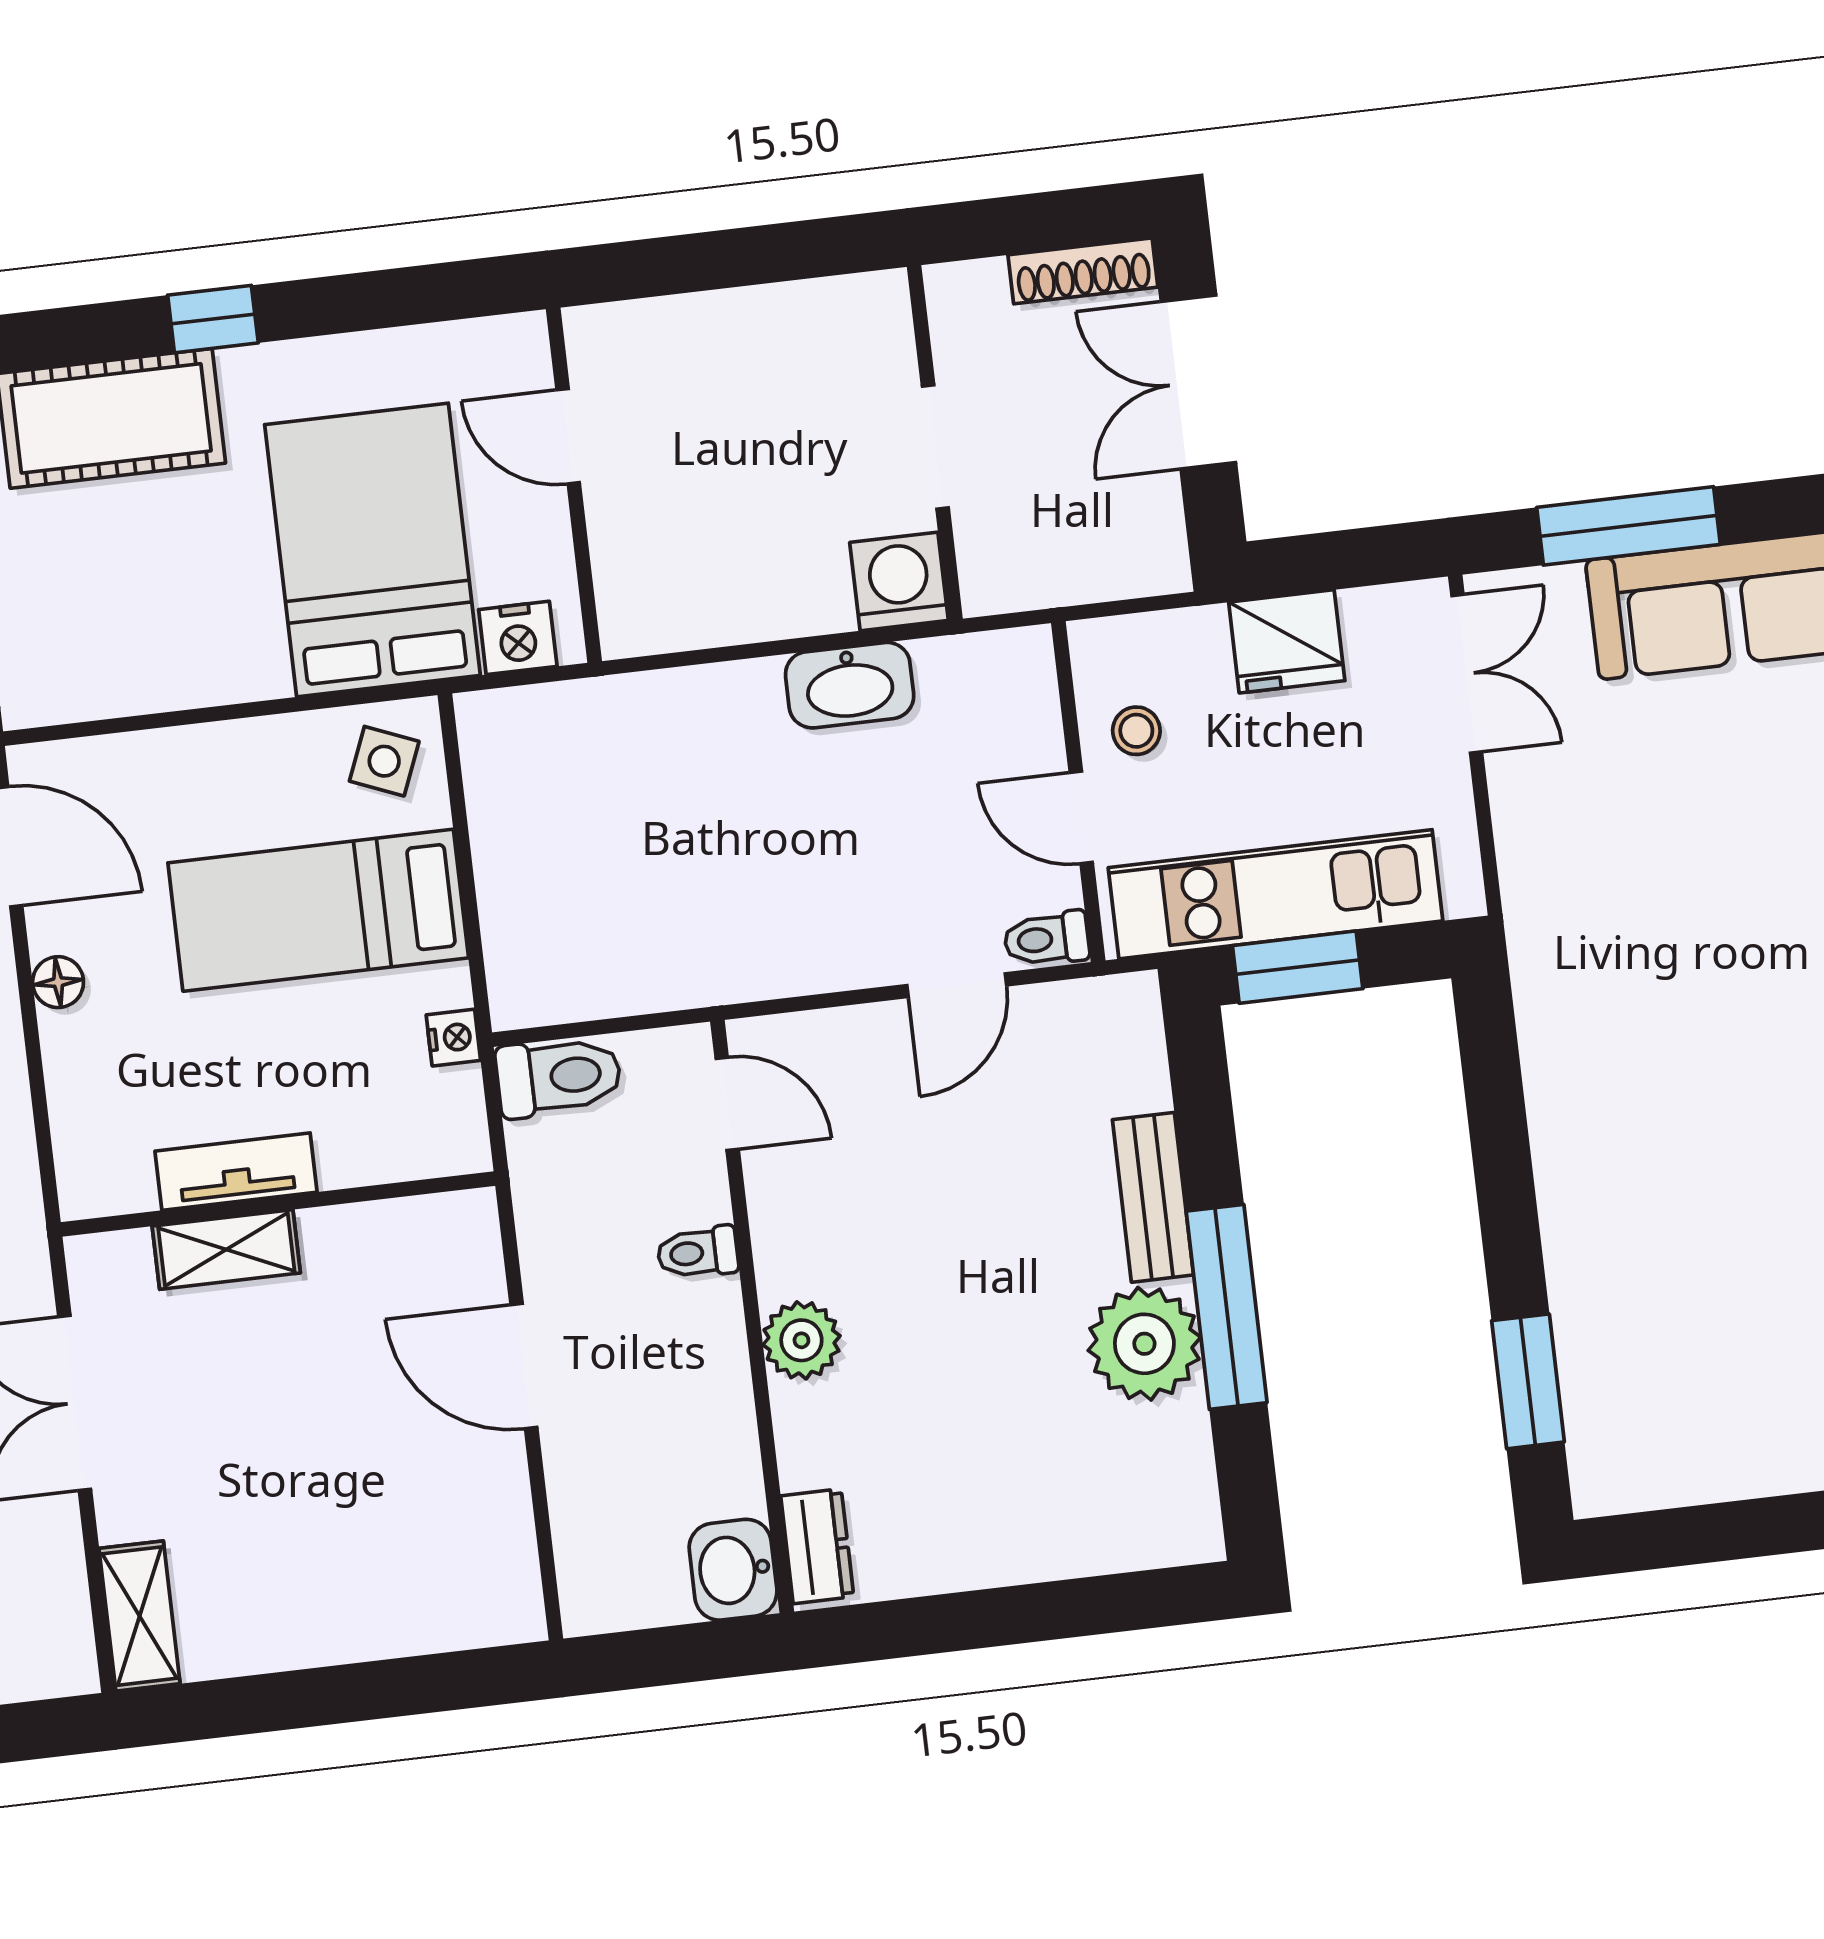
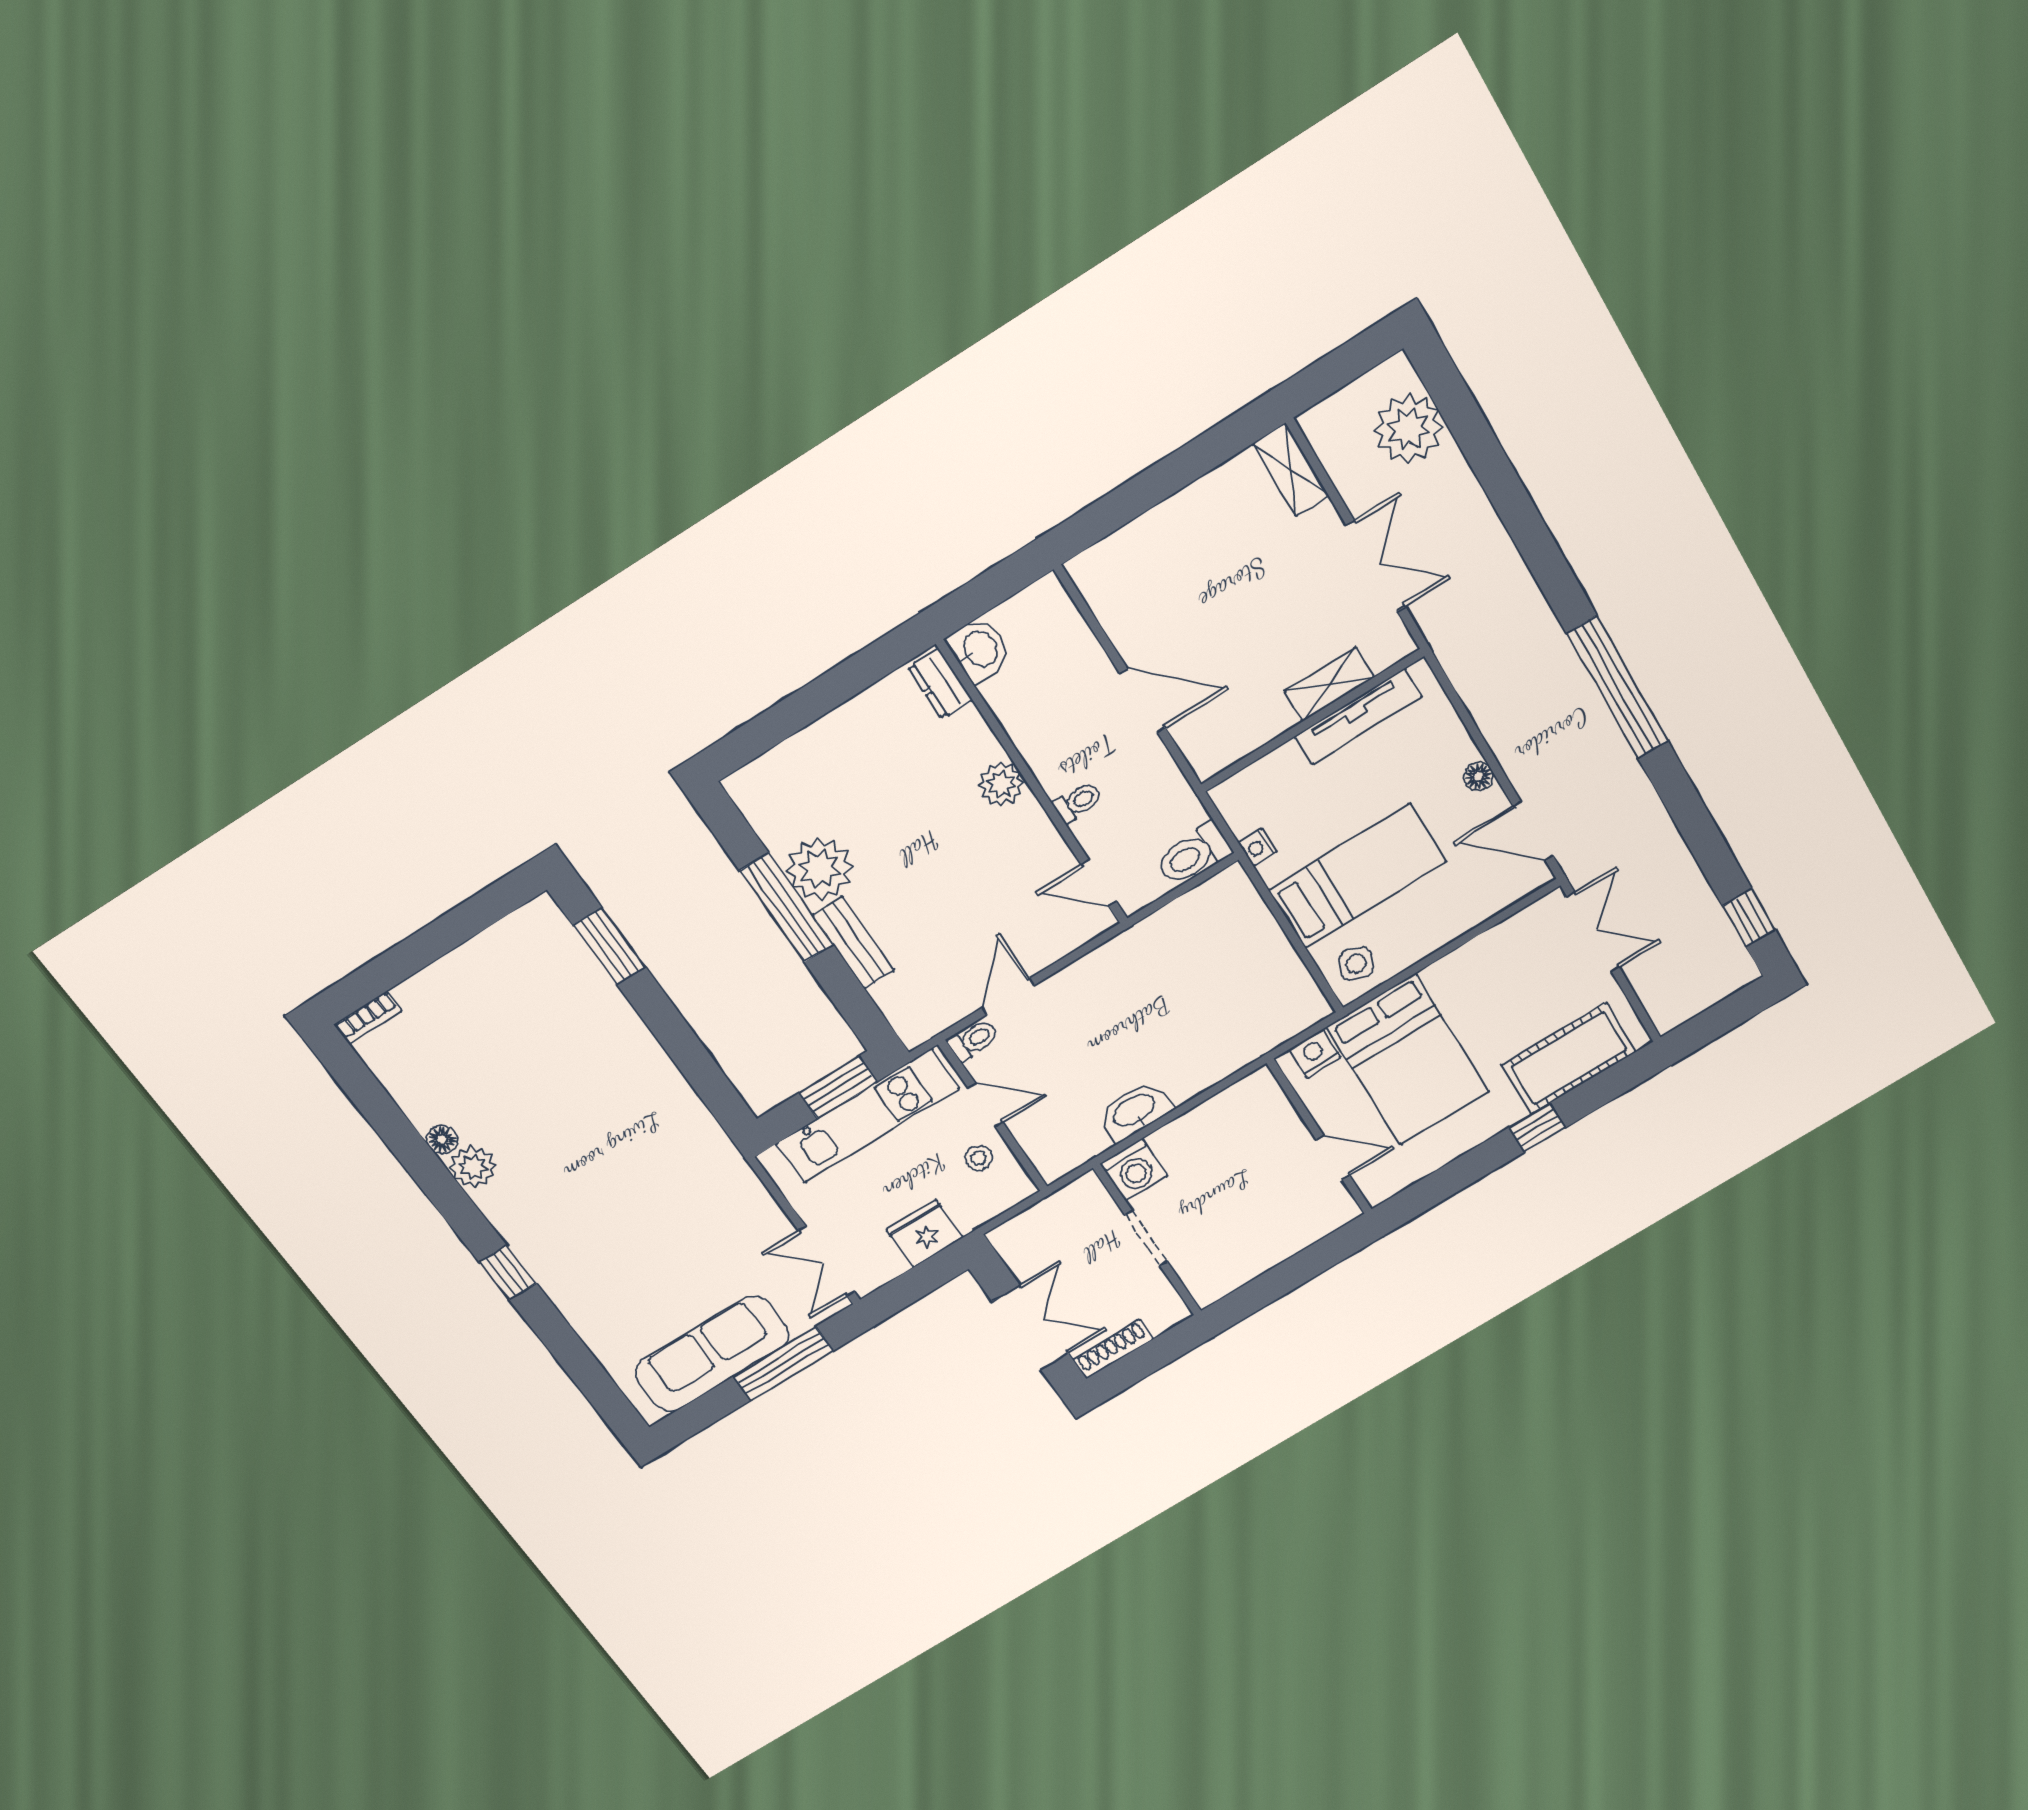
tv unit: (236, 1172) -> (1358, 716), width x1.41

